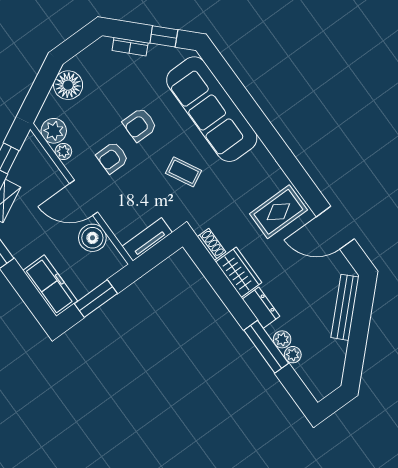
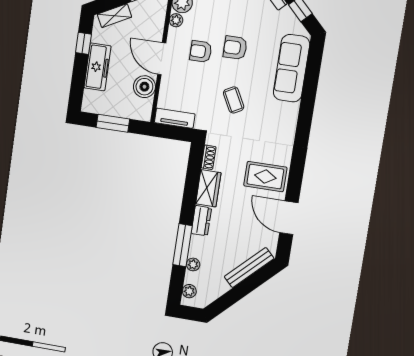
sofa: (212, 109) -> (292, 68), width x0.74, depth x0.79
freezer: (50, 286) -> (98, 67), moved
plant: (282, 339) -> (189, 291), moved

